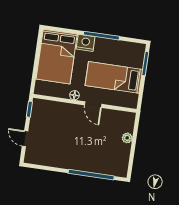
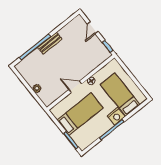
bed: (57, 57) -> (120, 95), width x0.67
door: (25, 139) -> (93, 28), swing flipped
bench: (75, 164) -> (50, 43), added

